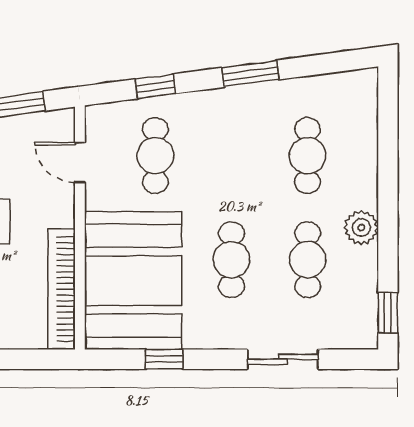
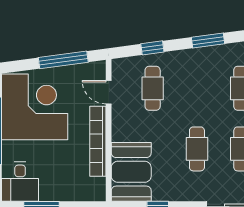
booth: (133, 281) -> (131, 172), width x0.73, depth x0.70
bookcase: (61, 289) -> (98, 141), moved

